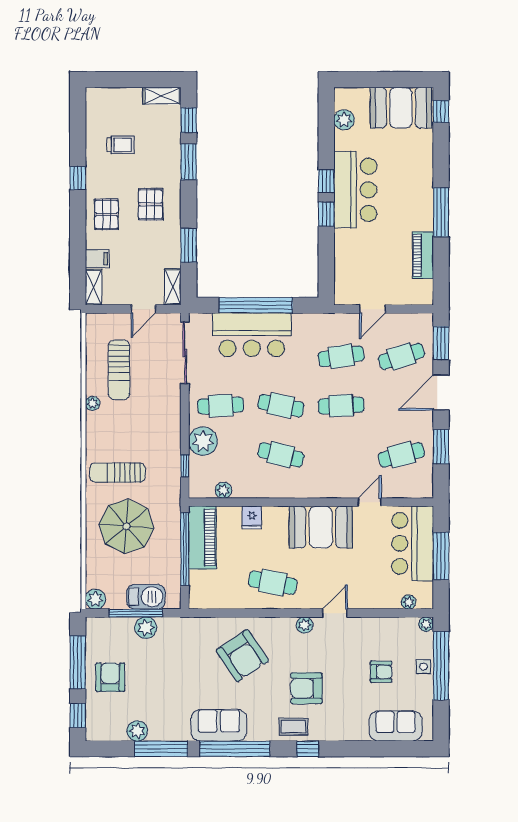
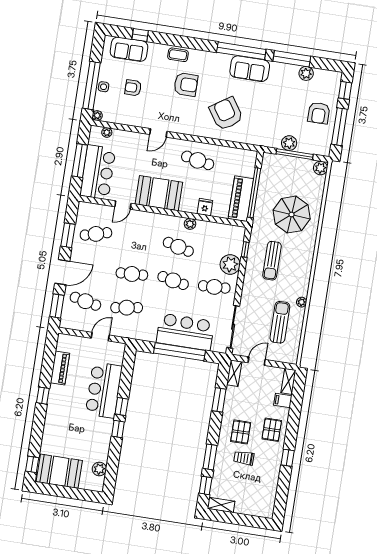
trolley: (121, 145) -> (244, 458), moved
bar counter: (355, 190) -> (104, 390), moved
window: (441, 212) -> (43, 396), width x0.46
cafe table: (401, 356) -> (85, 301), turned 30
sun lounger: (118, 473) -> (272, 261), moved, turned 90
plant: (223, 490) -> (190, 224), moved
barbecue: (146, 597) -> (286, 164), removed
plant: (305, 625) -> (180, 128), removed
coffee table: (294, 727) -> (178, 55), moved
window: (308, 749) -> (140, 35), moved

